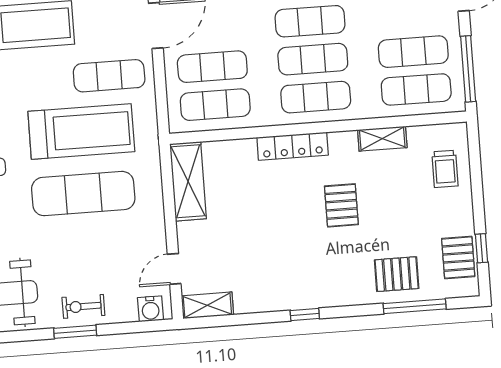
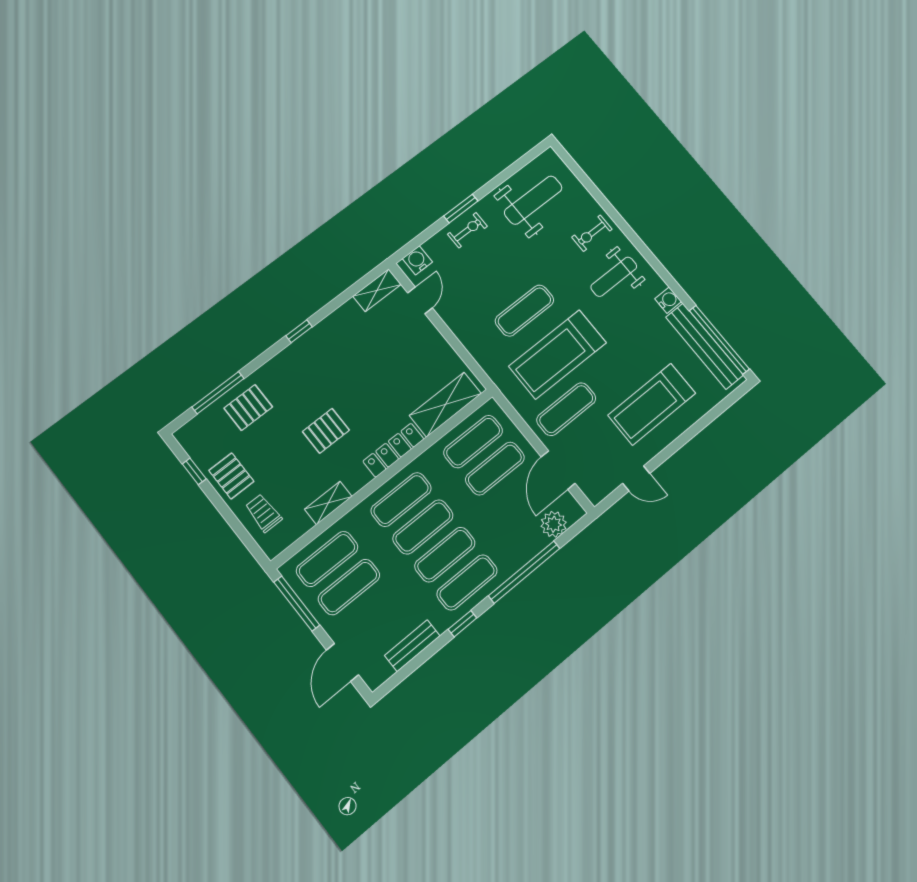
shelving: (188, 181) -> (445, 405), moved, turned 90
exercise mat: (83, 194) -> (524, 311), width x0.73, depth x0.69
pallet: (341, 205) -> (326, 431), turned 90
pallet: (458, 258) -> (231, 476), moved

